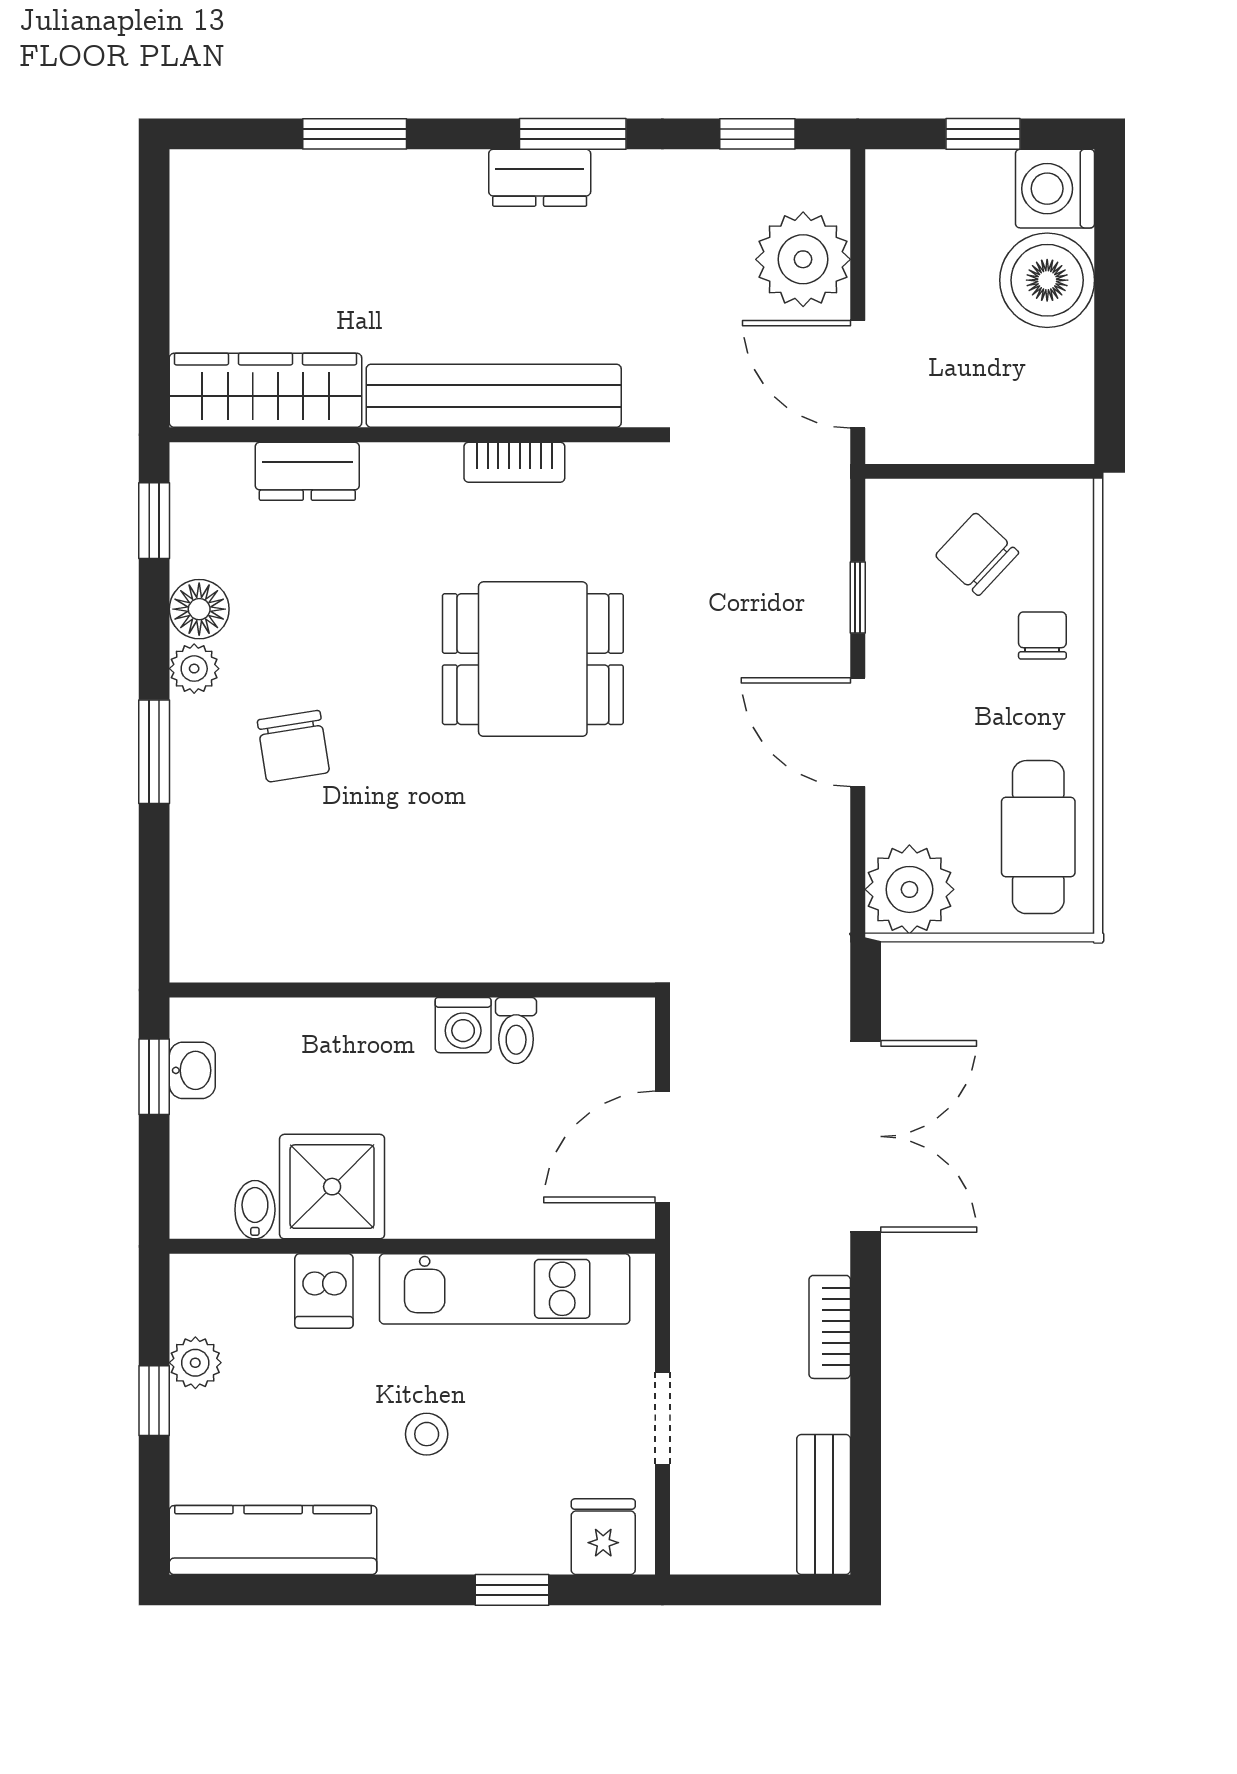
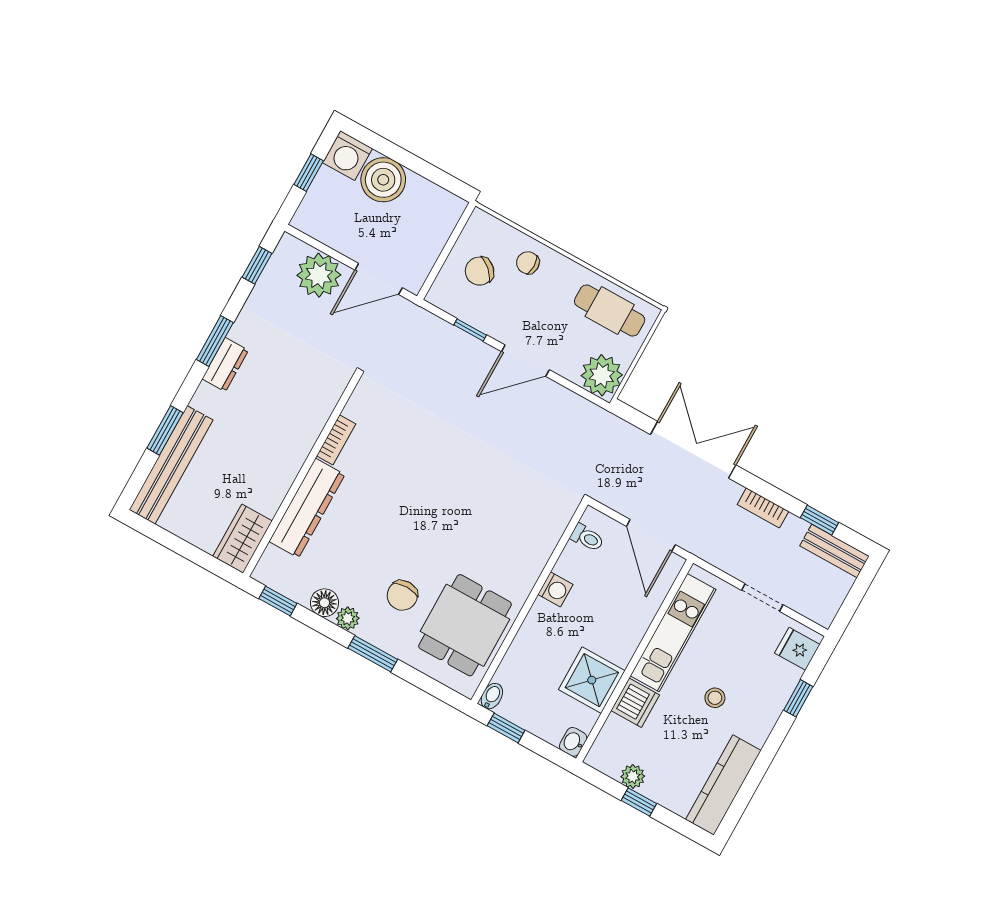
wardrobe: (265, 390) -> (243, 539), width x0.67
bench: (494, 396) -> (171, 465), moved
dresser: (307, 471) -> (307, 508), width x1.96, depth x1.24
dining table: (533, 659) -> (465, 625), moved
chair: (293, 746) -> (402, 595), turned 99
toilet: (516, 1030) -> (587, 538), moved
washbasin: (192, 1070) -> (573, 742), moved, turned -90
bidet: (255, 1210) -> (492, 696), moved, turned 90
dishwasher: (324, 1291) -> (635, 703), width x1.38
window: (866, 1445) -> (819, 520), added

